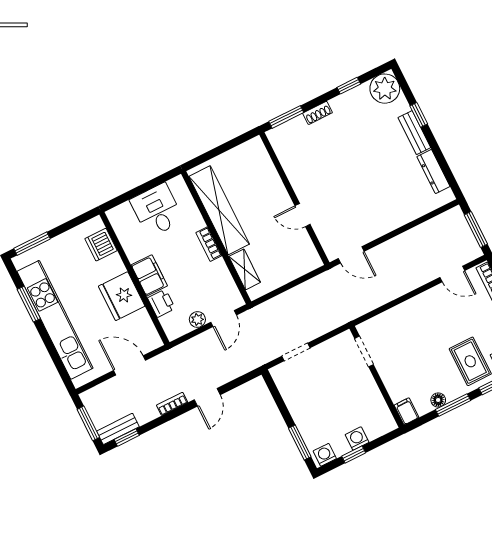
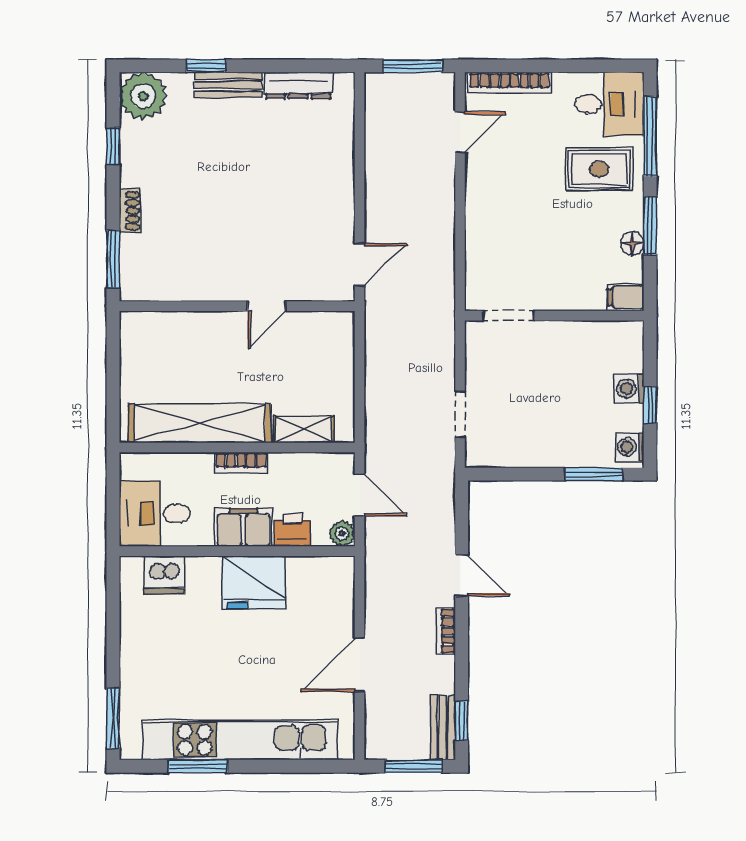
dishwasher: (101, 245) -> (164, 575), moved
filing cabinet: (149, 275) -> (244, 527), moved
wall: (134, 278) -> (237, 551), moved
fridge: (122, 296) -> (254, 582), moved
printer: (161, 303) -> (293, 530), moved

